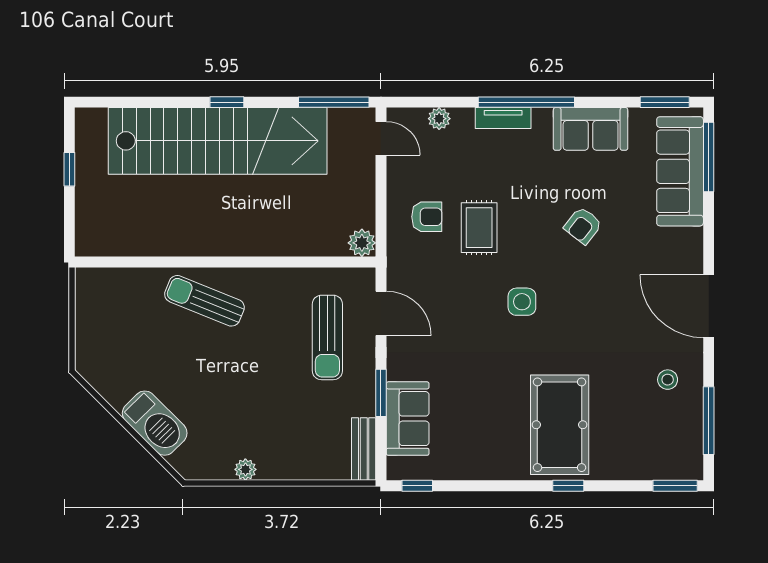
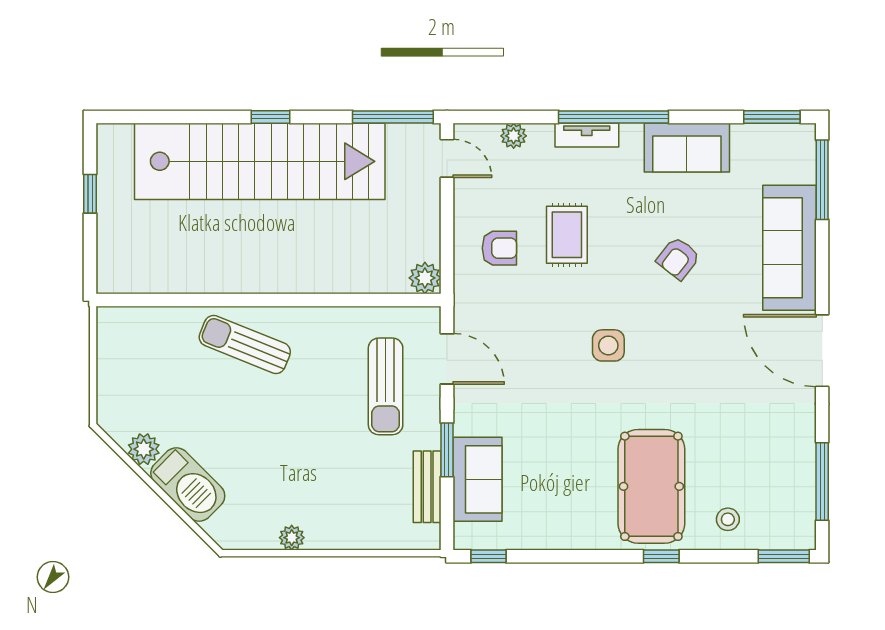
sofa: (680, 171) -> (789, 248), moved
rug: (479, 228) -> (567, 235), moved
stool: (668, 380) -> (728, 519), moved
plant: (116, 392) -> (144, 449), added
bench: (364, 449) -> (427, 487), moved

